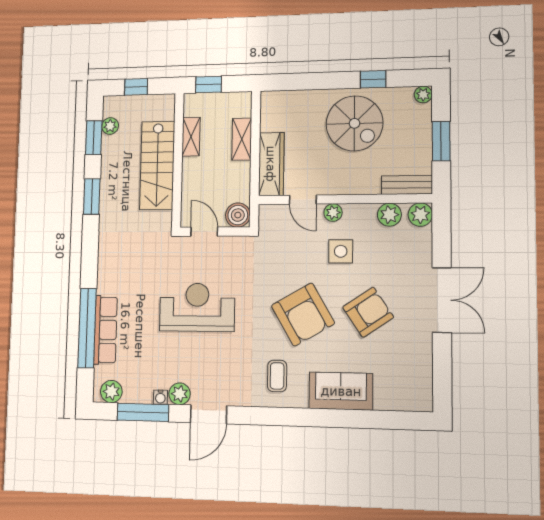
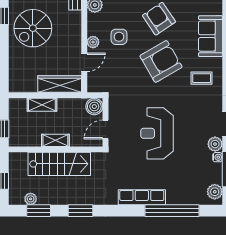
spiral stairs: (354, 123) -> (33, 28), turned 180
shelving: (191, 137) -> (55, 140), moved
row of seats: (106, 330) -> (142, 197), moved

